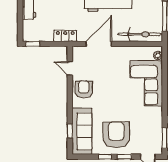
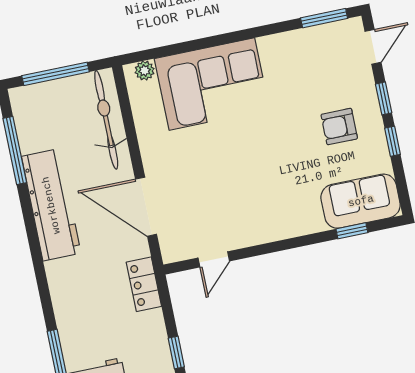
armchair: (84, 89) -> (254, 219), removed
sofa: (82, 131) -> (361, 201), width x0.73
armchair: (116, 135) -> (339, 127), width x0.53, depth x0.53

